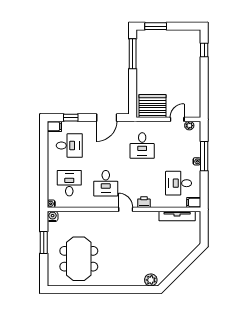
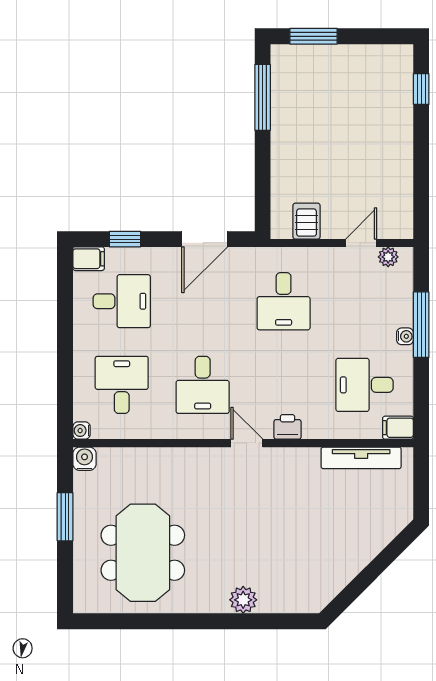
server rack: (152, 106) -> (306, 221), width x0.46, depth x0.70
plant: (151, 280) -> (243, 600), moved

